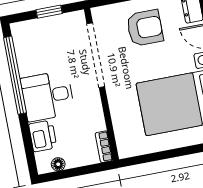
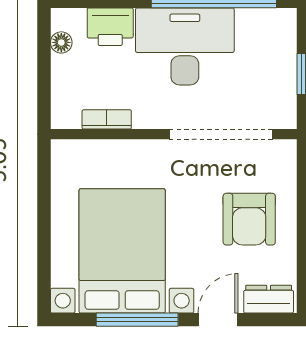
desk: (48, 96) -> (185, 46), width x1.37
bookcase: (104, 147) -> (107, 119), moved

